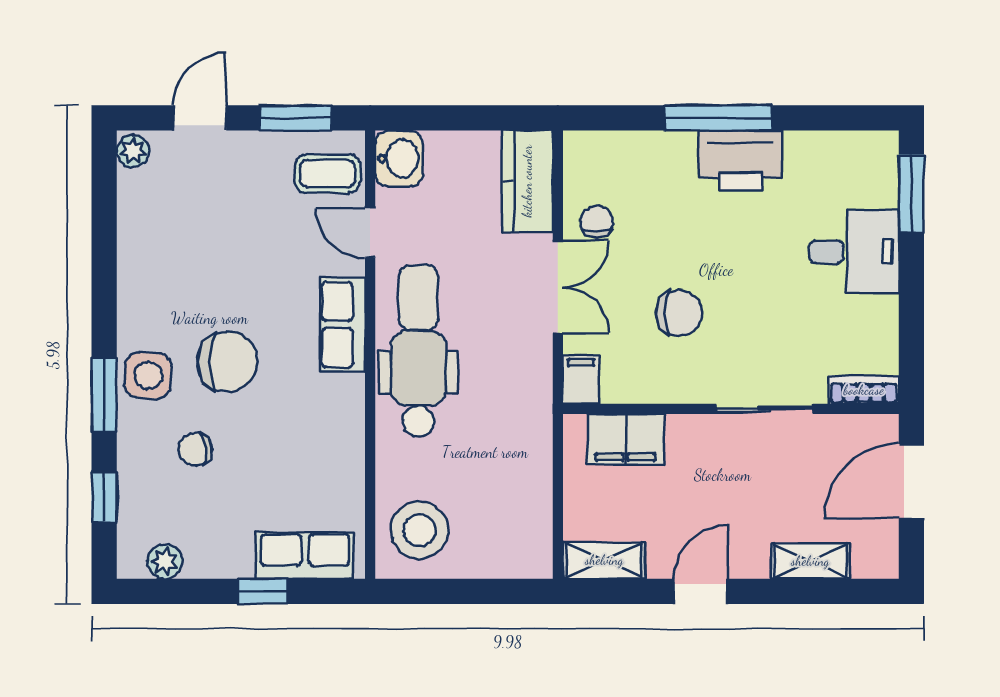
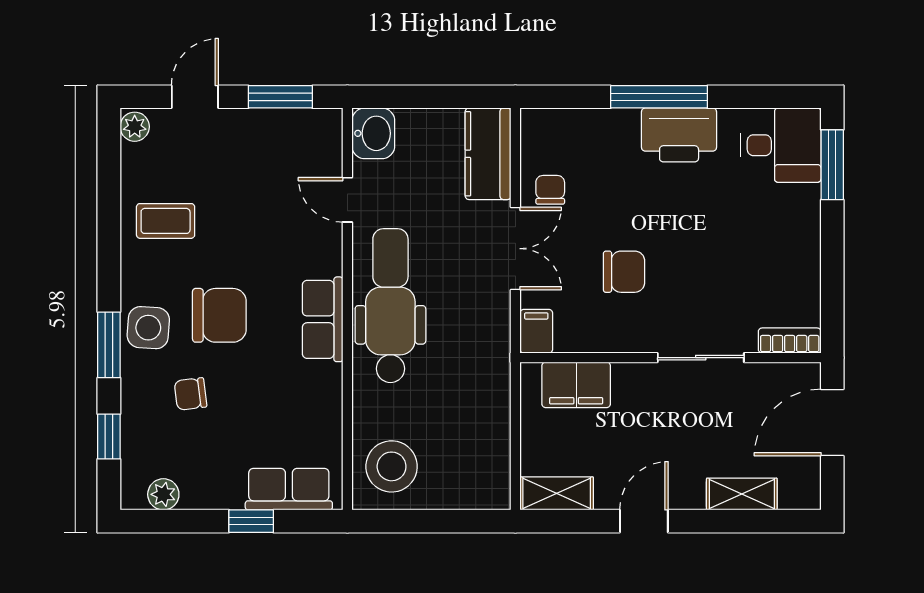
coffee table: (328, 174) -> (166, 221), moved
desk: (854, 252) -> (781, 145), moved
row of seats: (343, 325) -> (323, 319), moved

